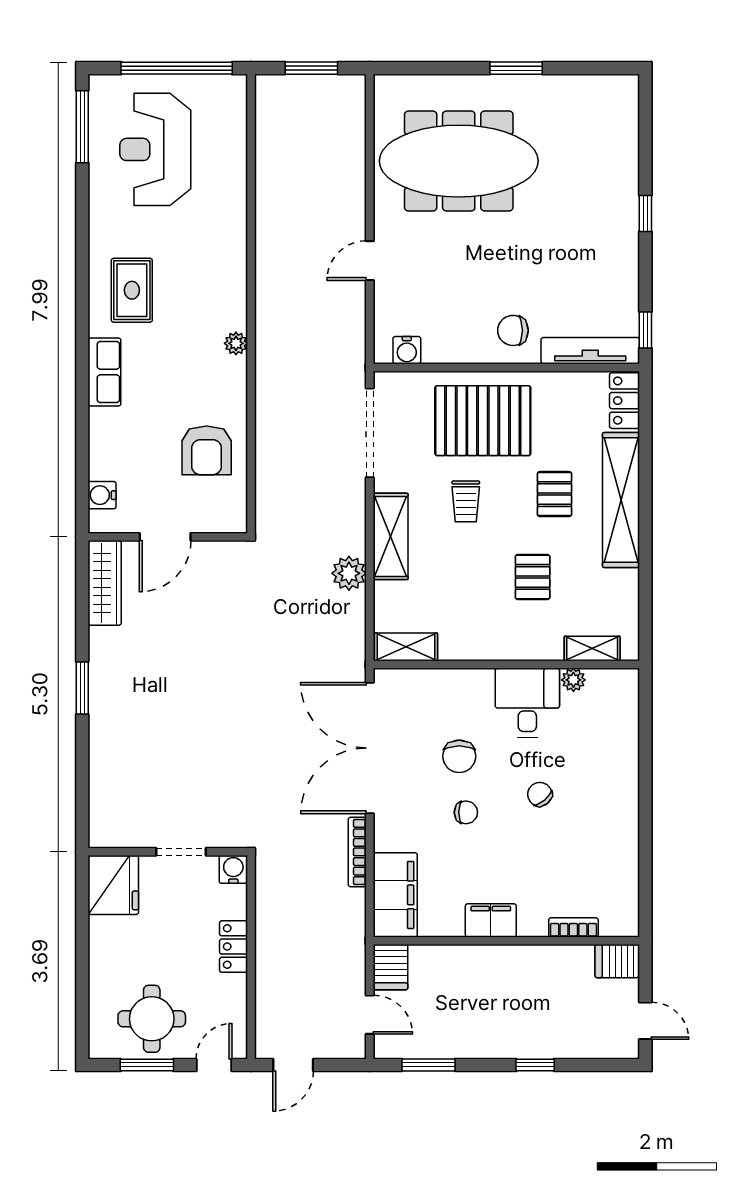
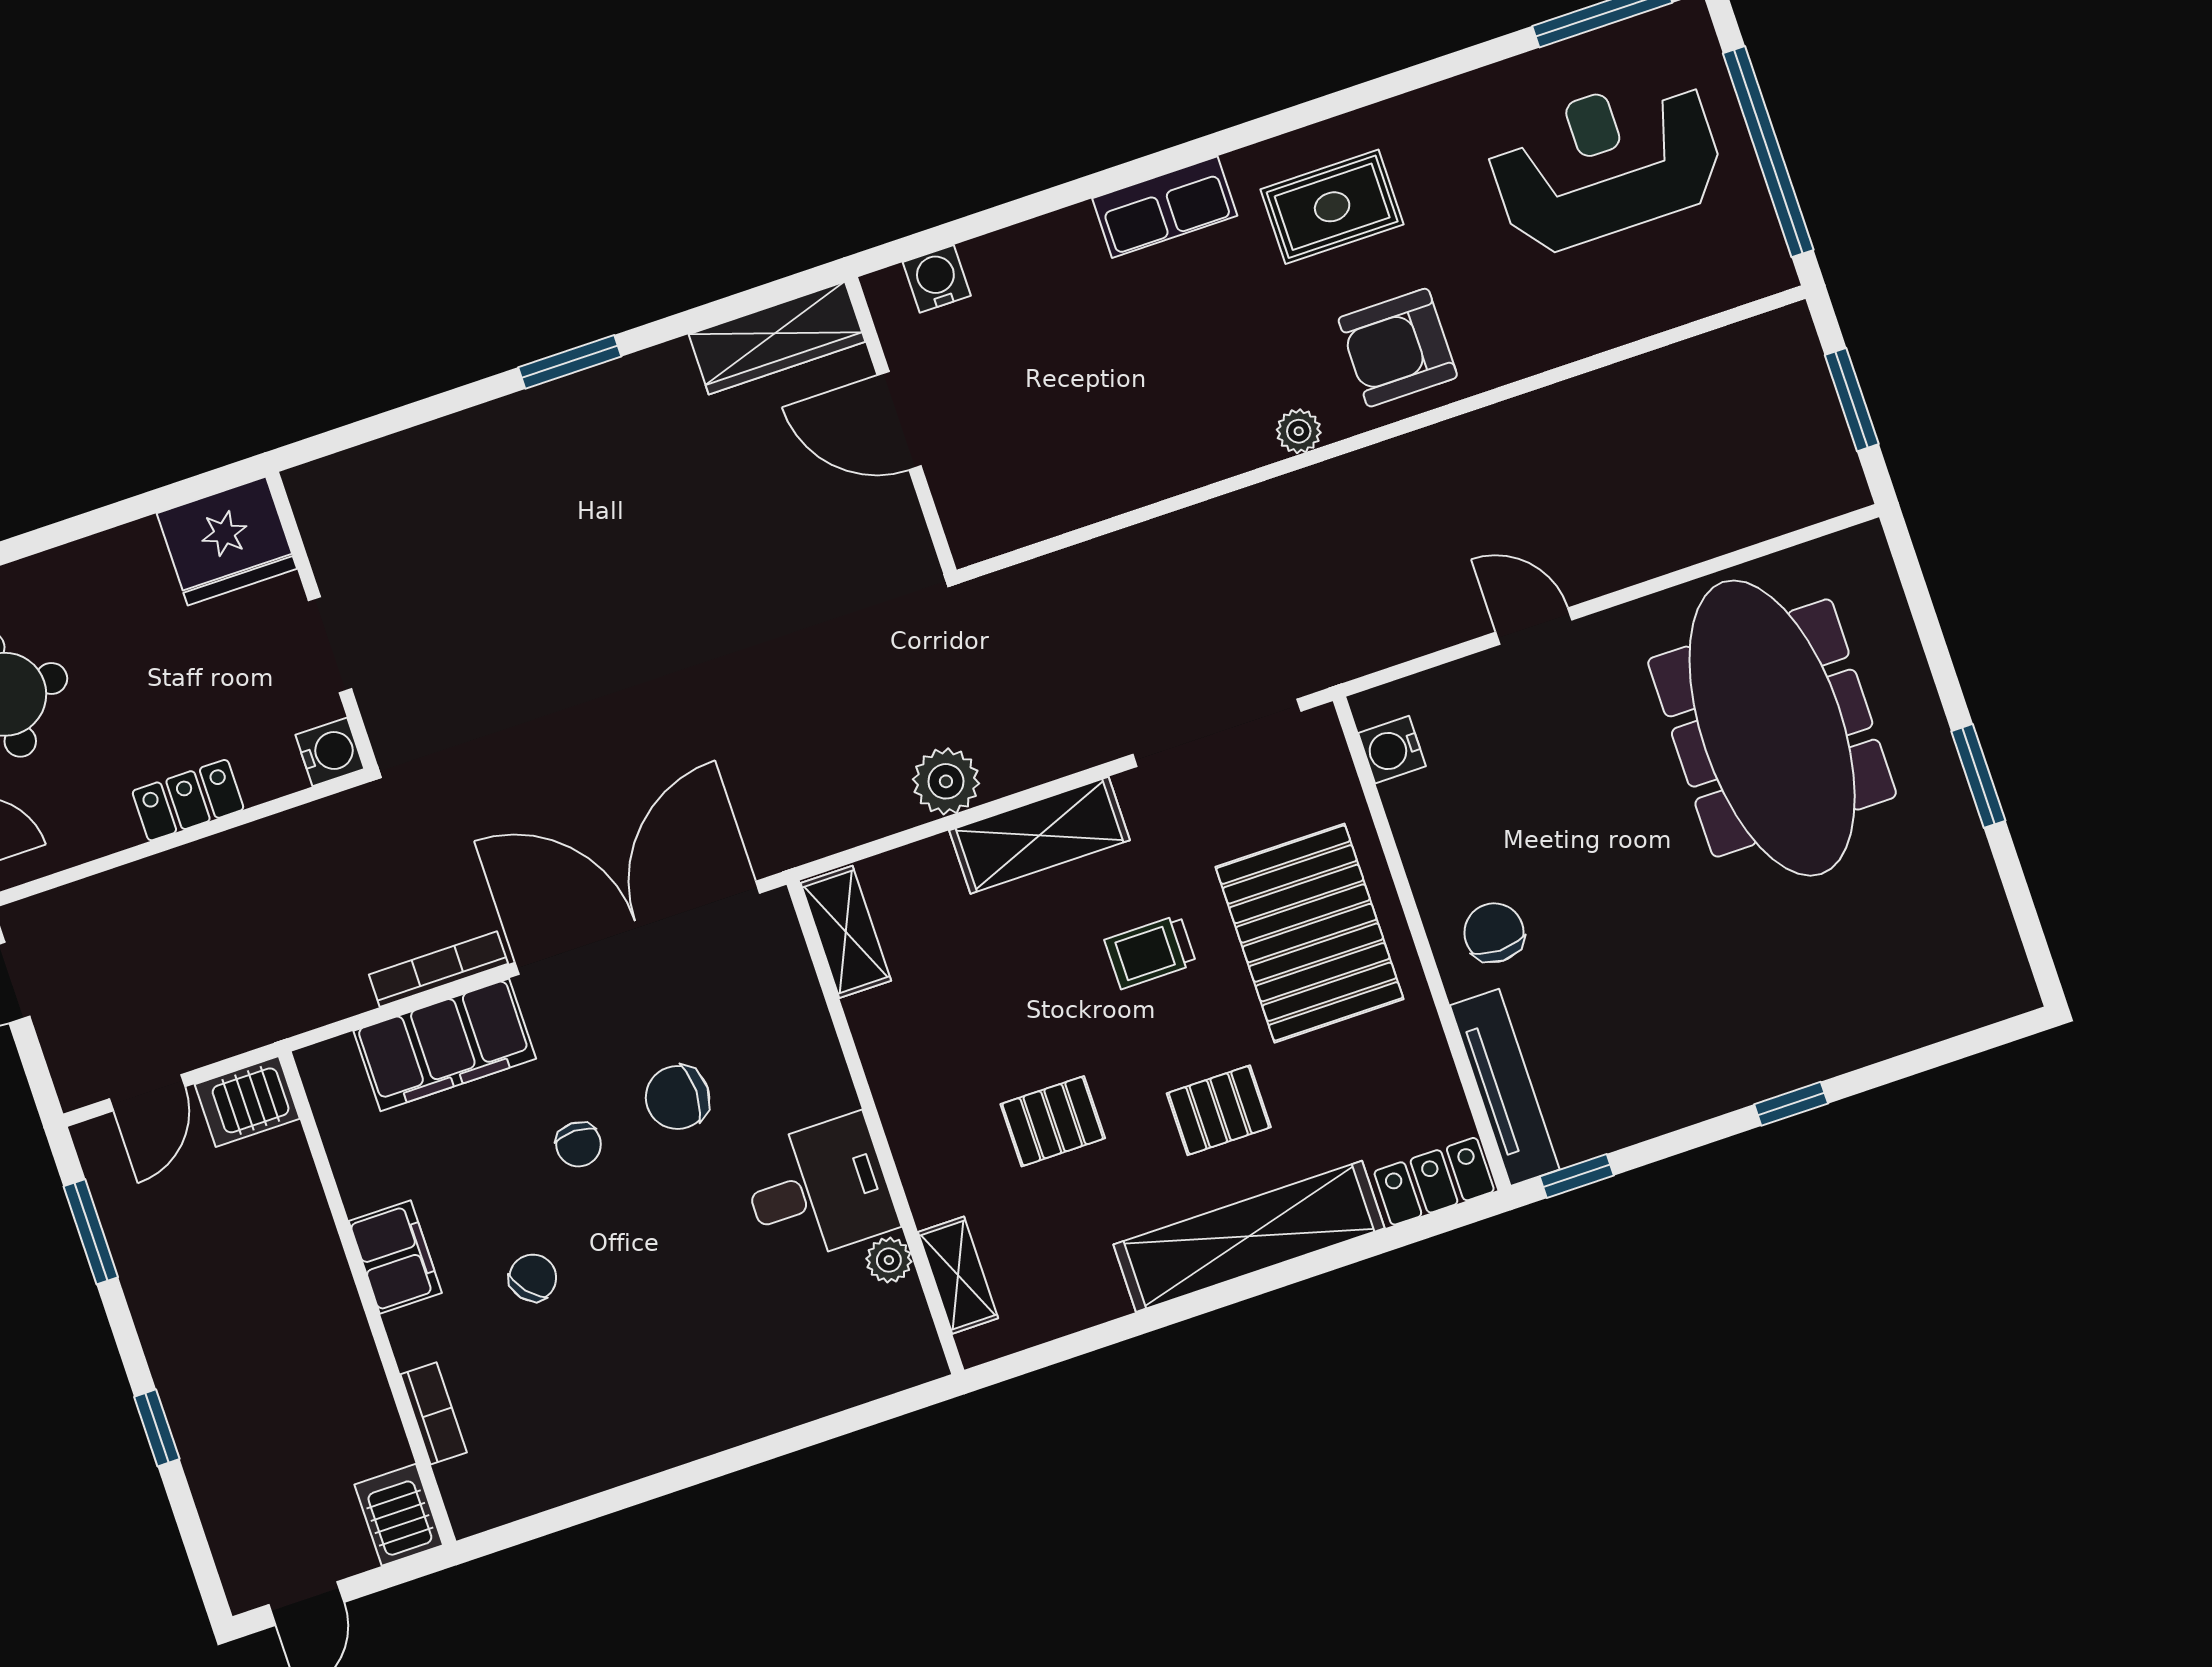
armchair: (207, 450) -> (1398, 348), moved
chair: (540, 794) -> (533, 1278), moved
filing cabinet: (395, 895) -> (445, 1045), moved

